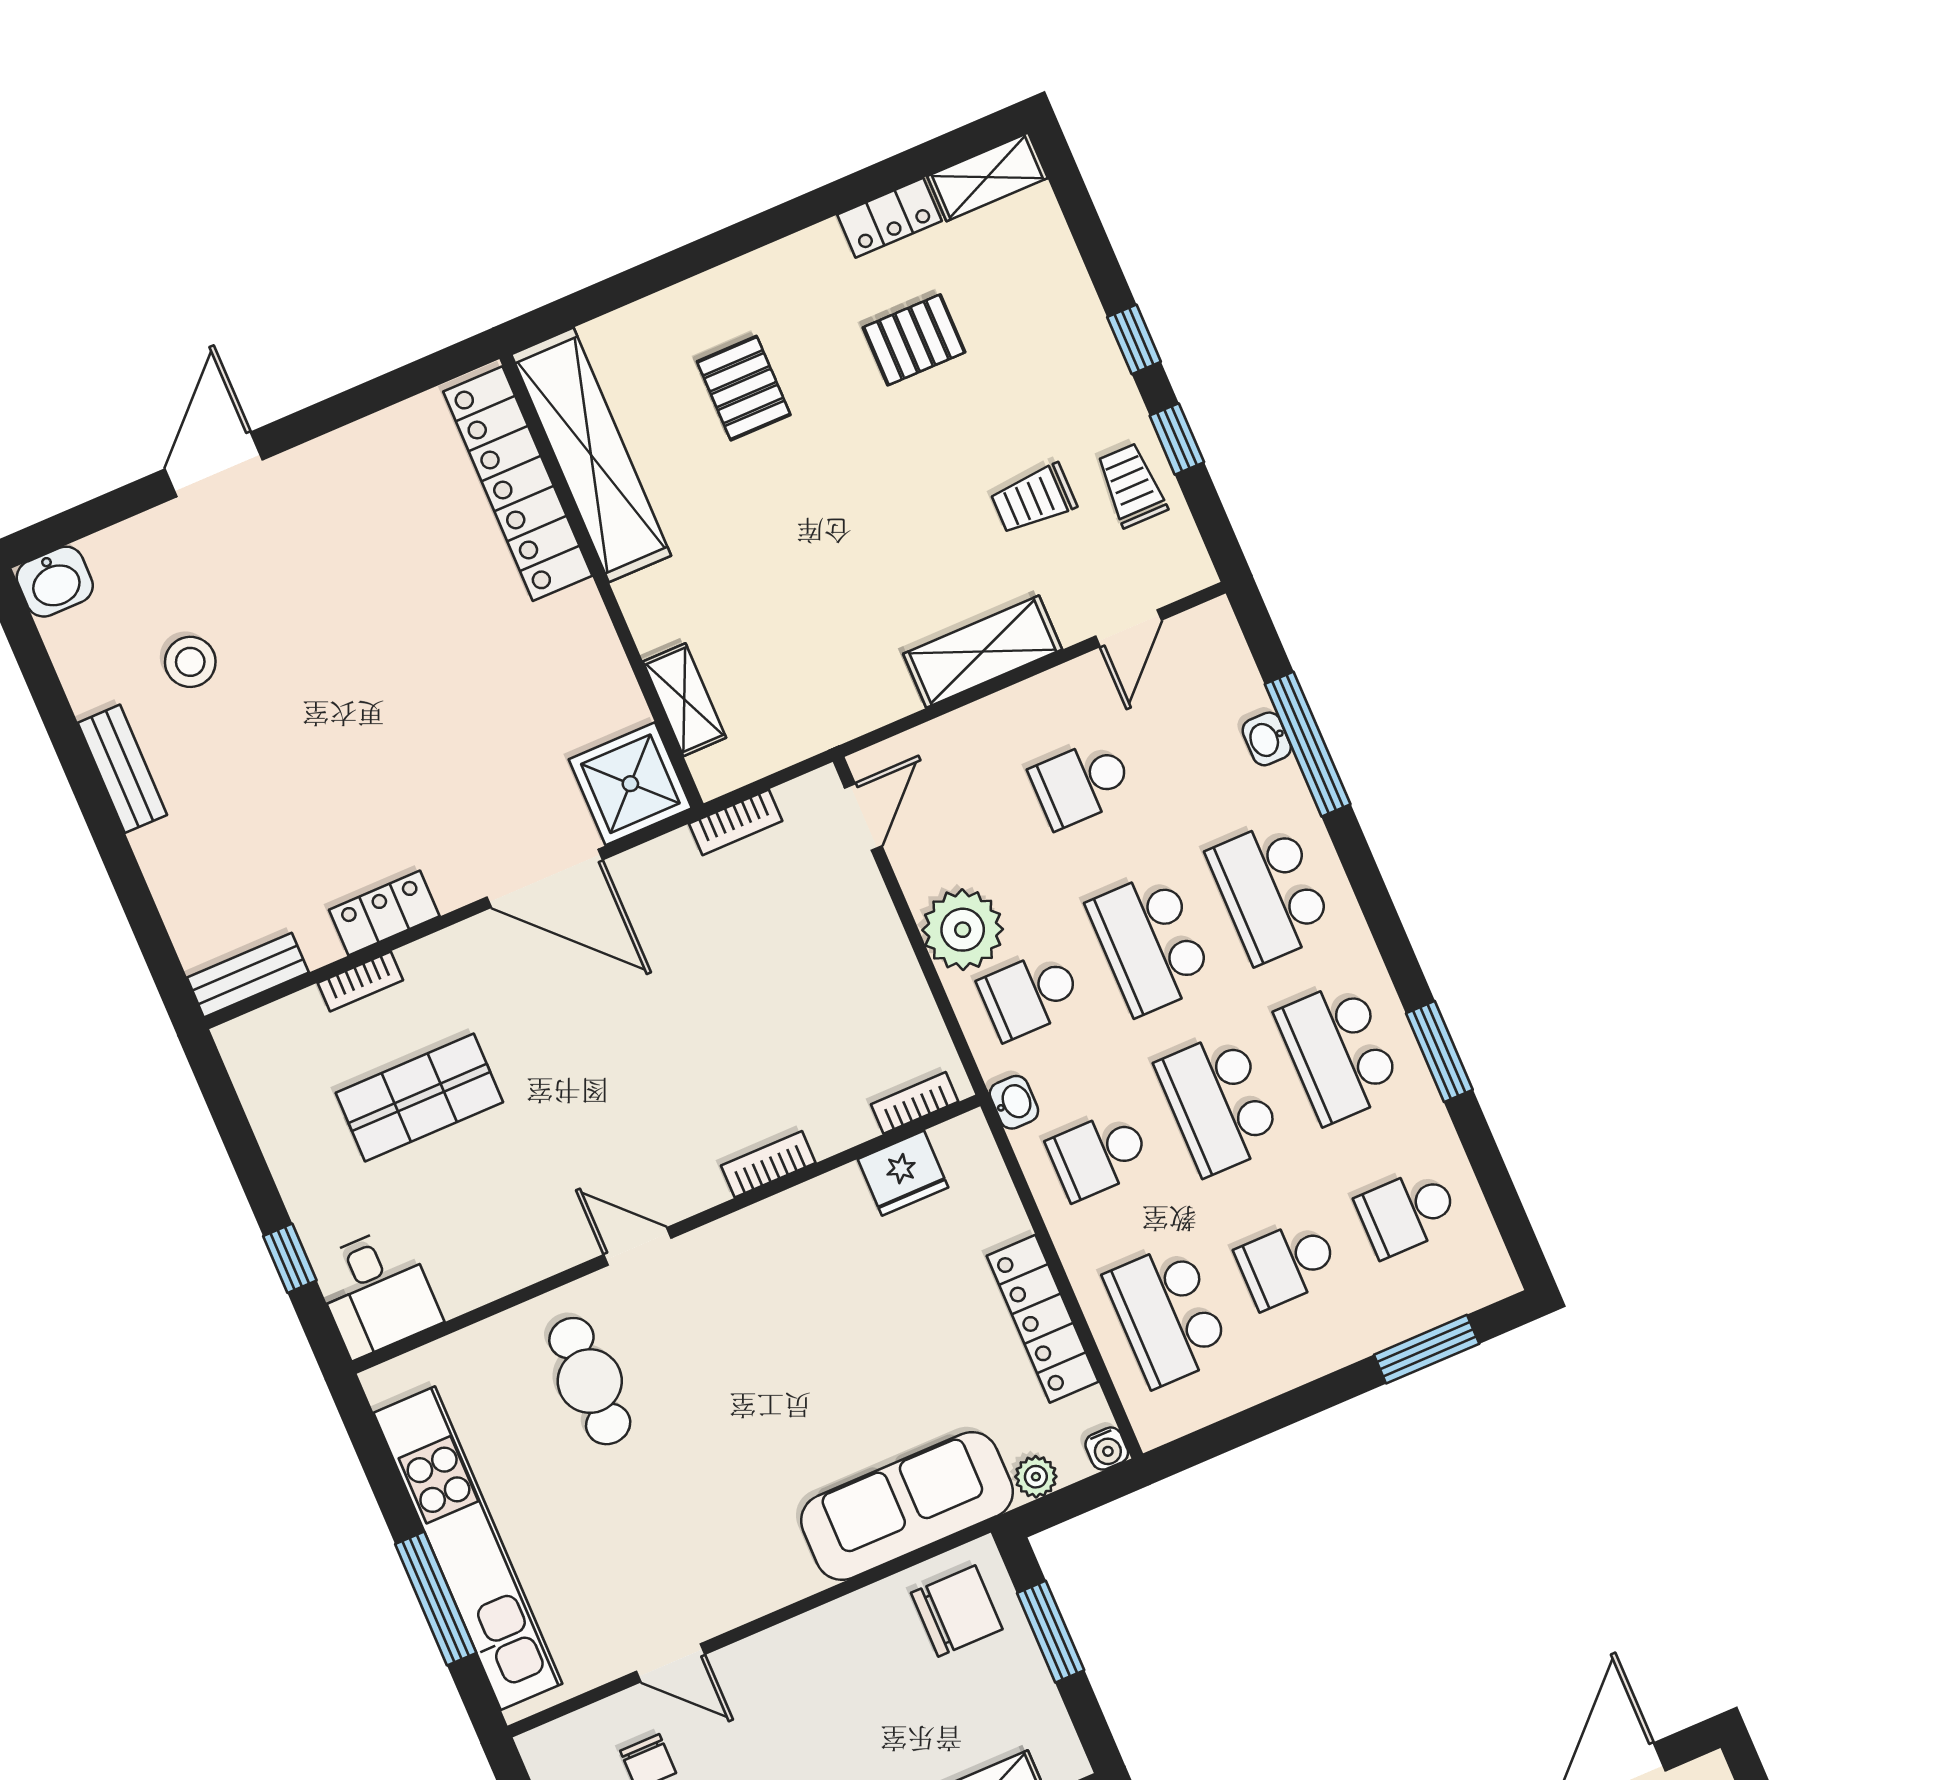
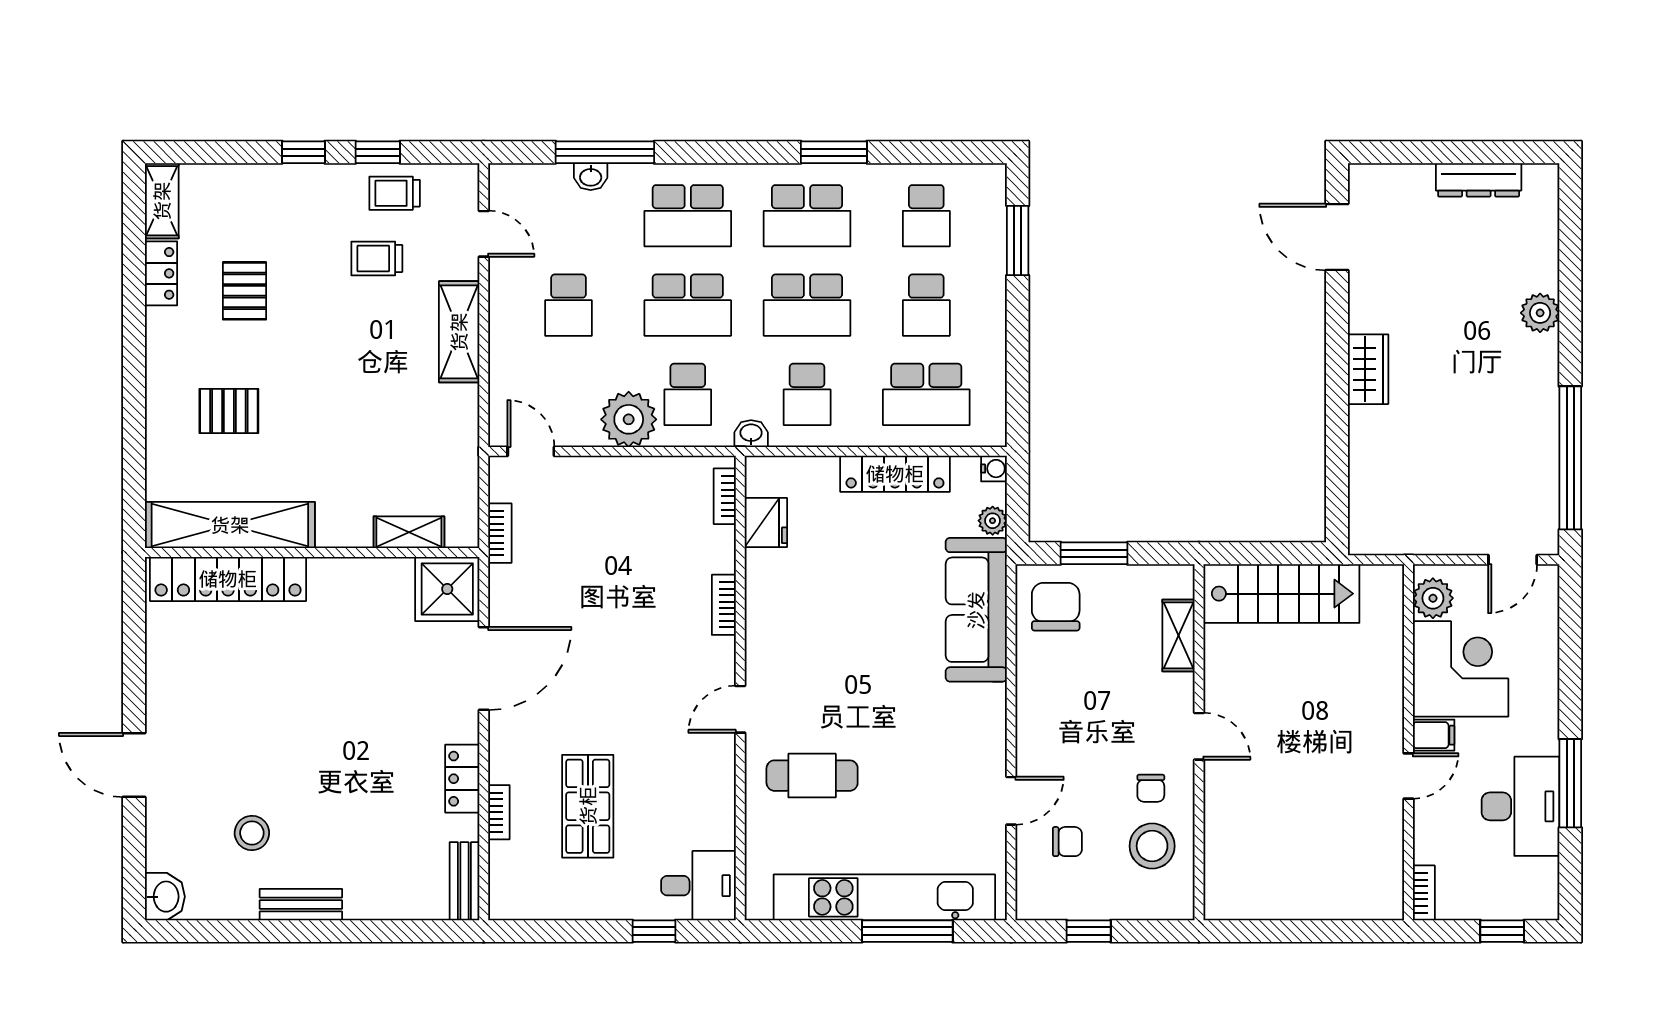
trolley: (1034, 499) -> (377, 259), turned 90

